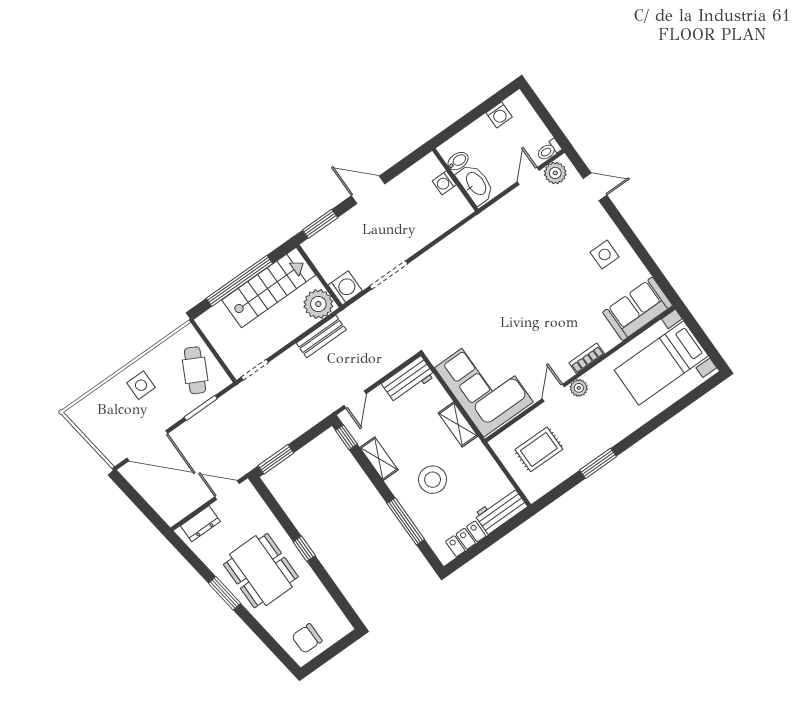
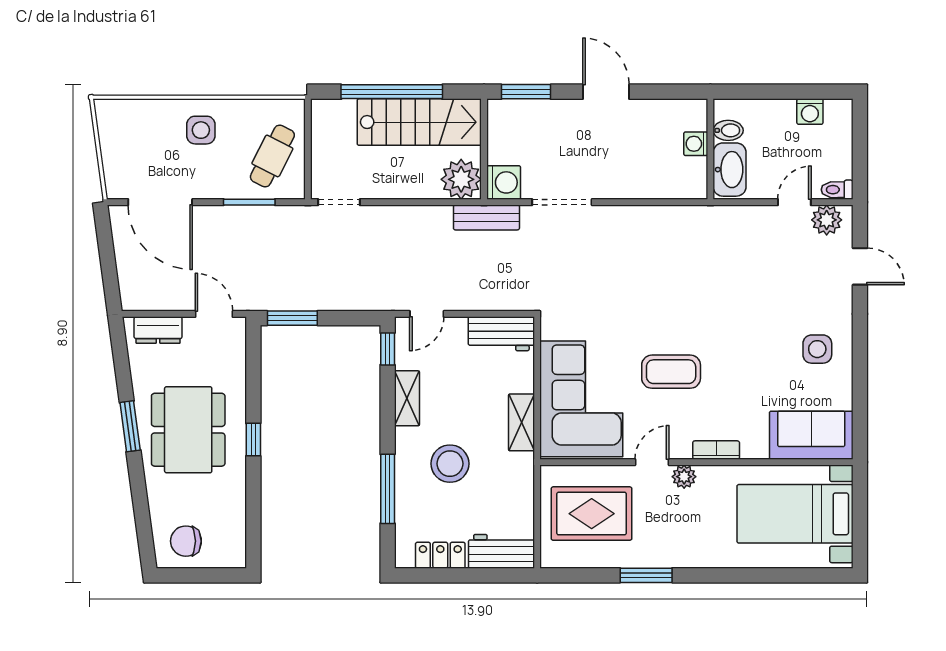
coffee table: (526, 330) -> (671, 372), added
bench: (321, 336) -> (486, 217), moved
rug: (539, 449) -> (592, 514), width x1.36, depth x1.43

